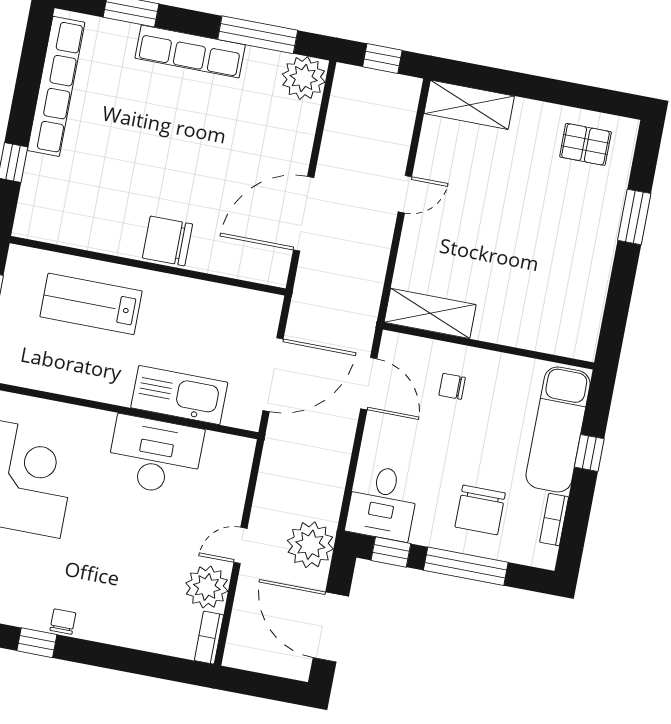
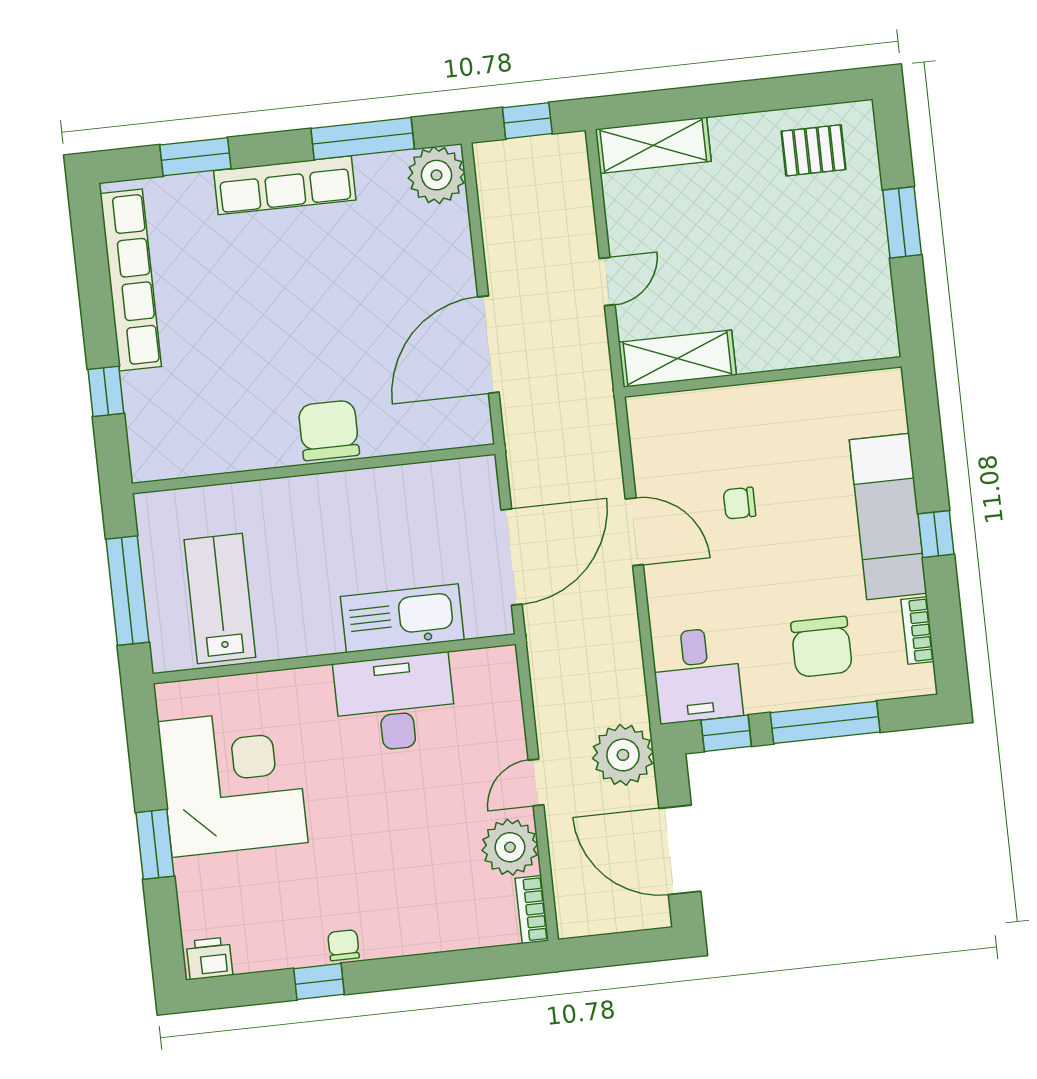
chair: (167, 241) -> (329, 430), turned 90
lab bench: (91, 304) -> (220, 598), moved, turned 90
shelving: (430, 313) -> (677, 359), moved
wall: (488, 346) -> (763, 377), moved

